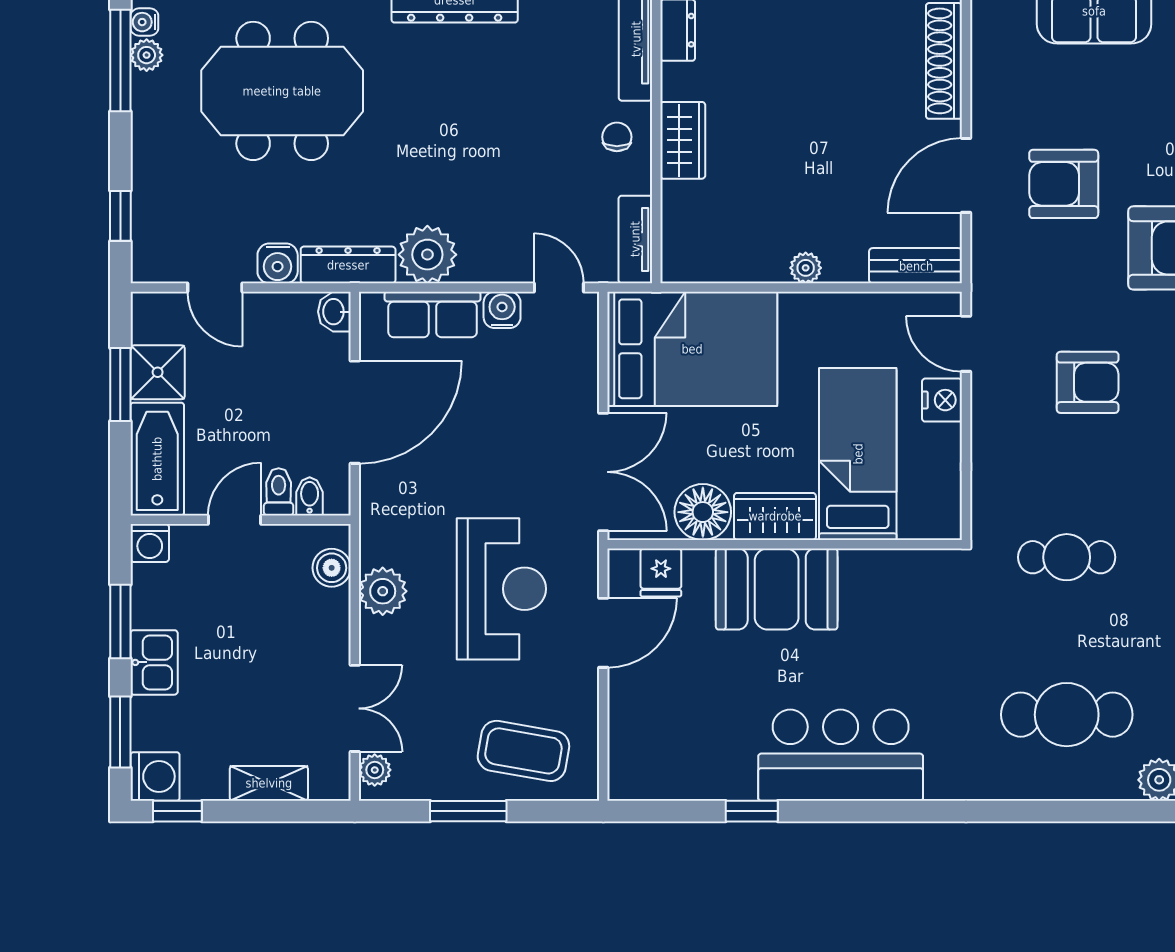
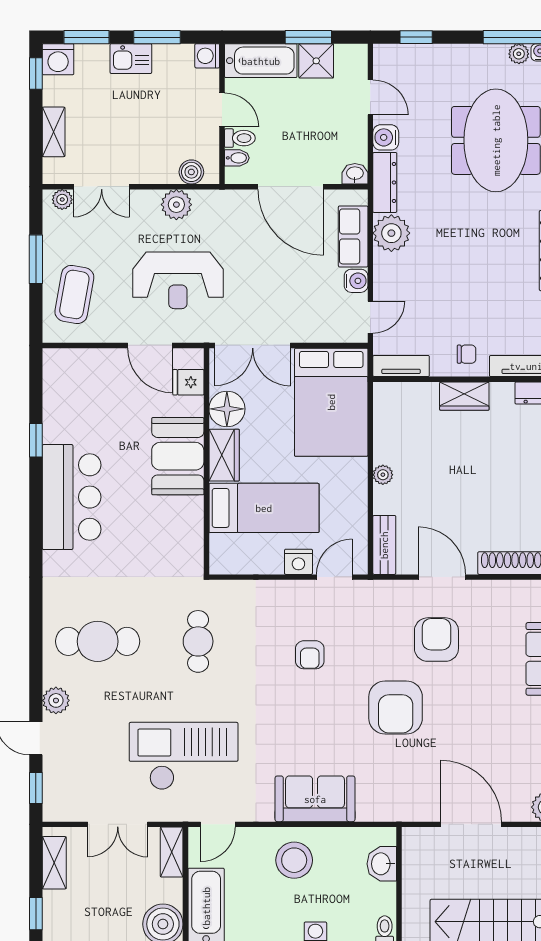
door: (215, 287) -> (370, 97), swing flipped
armchair: (1088, 382) -> (310, 655), width x0.72, depth x0.72
cafe table: (1067, 715) -> (98, 641), turned 90

